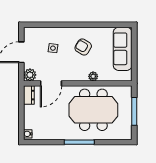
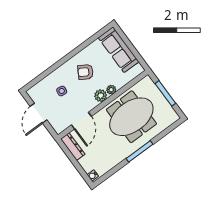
plant: (30, 75) -> (101, 96), moved
dresser: (29, 95) -> (73, 147), width x1.44

